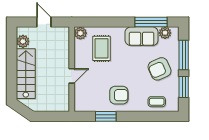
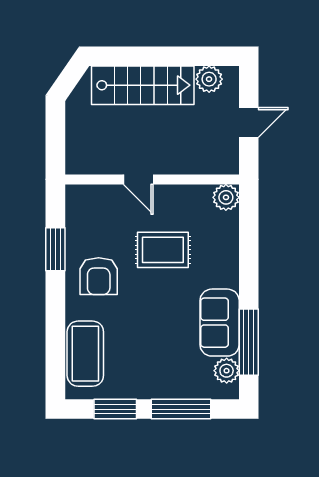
rug: (102, 48) -> (163, 250), moved
armchair: (160, 69) -> (153, 359), removed
coffee table: (157, 102) -> (85, 354), width x1.86, depth x1.72

